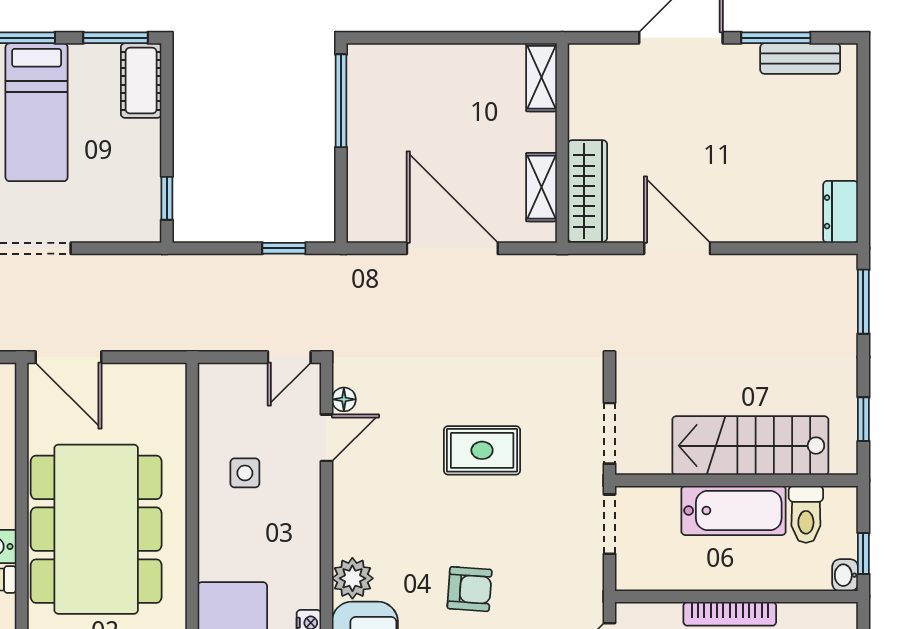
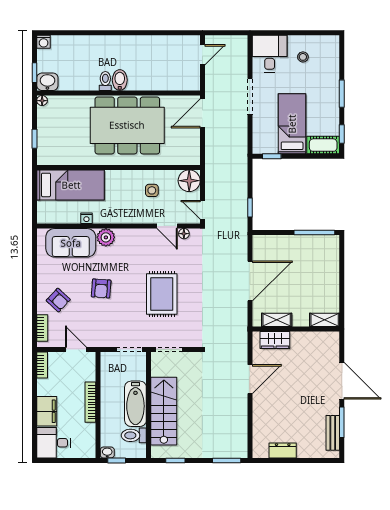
window: (116, 38) -> (342, 134), width x0.67
bed: (37, 112) -> (292, 124), moved, turned 90
wardrobe: (587, 191) -> (275, 340), width x0.67
dresser: (841, 212) -> (283, 451), moved
floor lamp: (223, 388) -> (189, 181), added
rug: (482, 450) -> (162, 294), width x1.36, depth x1.43

